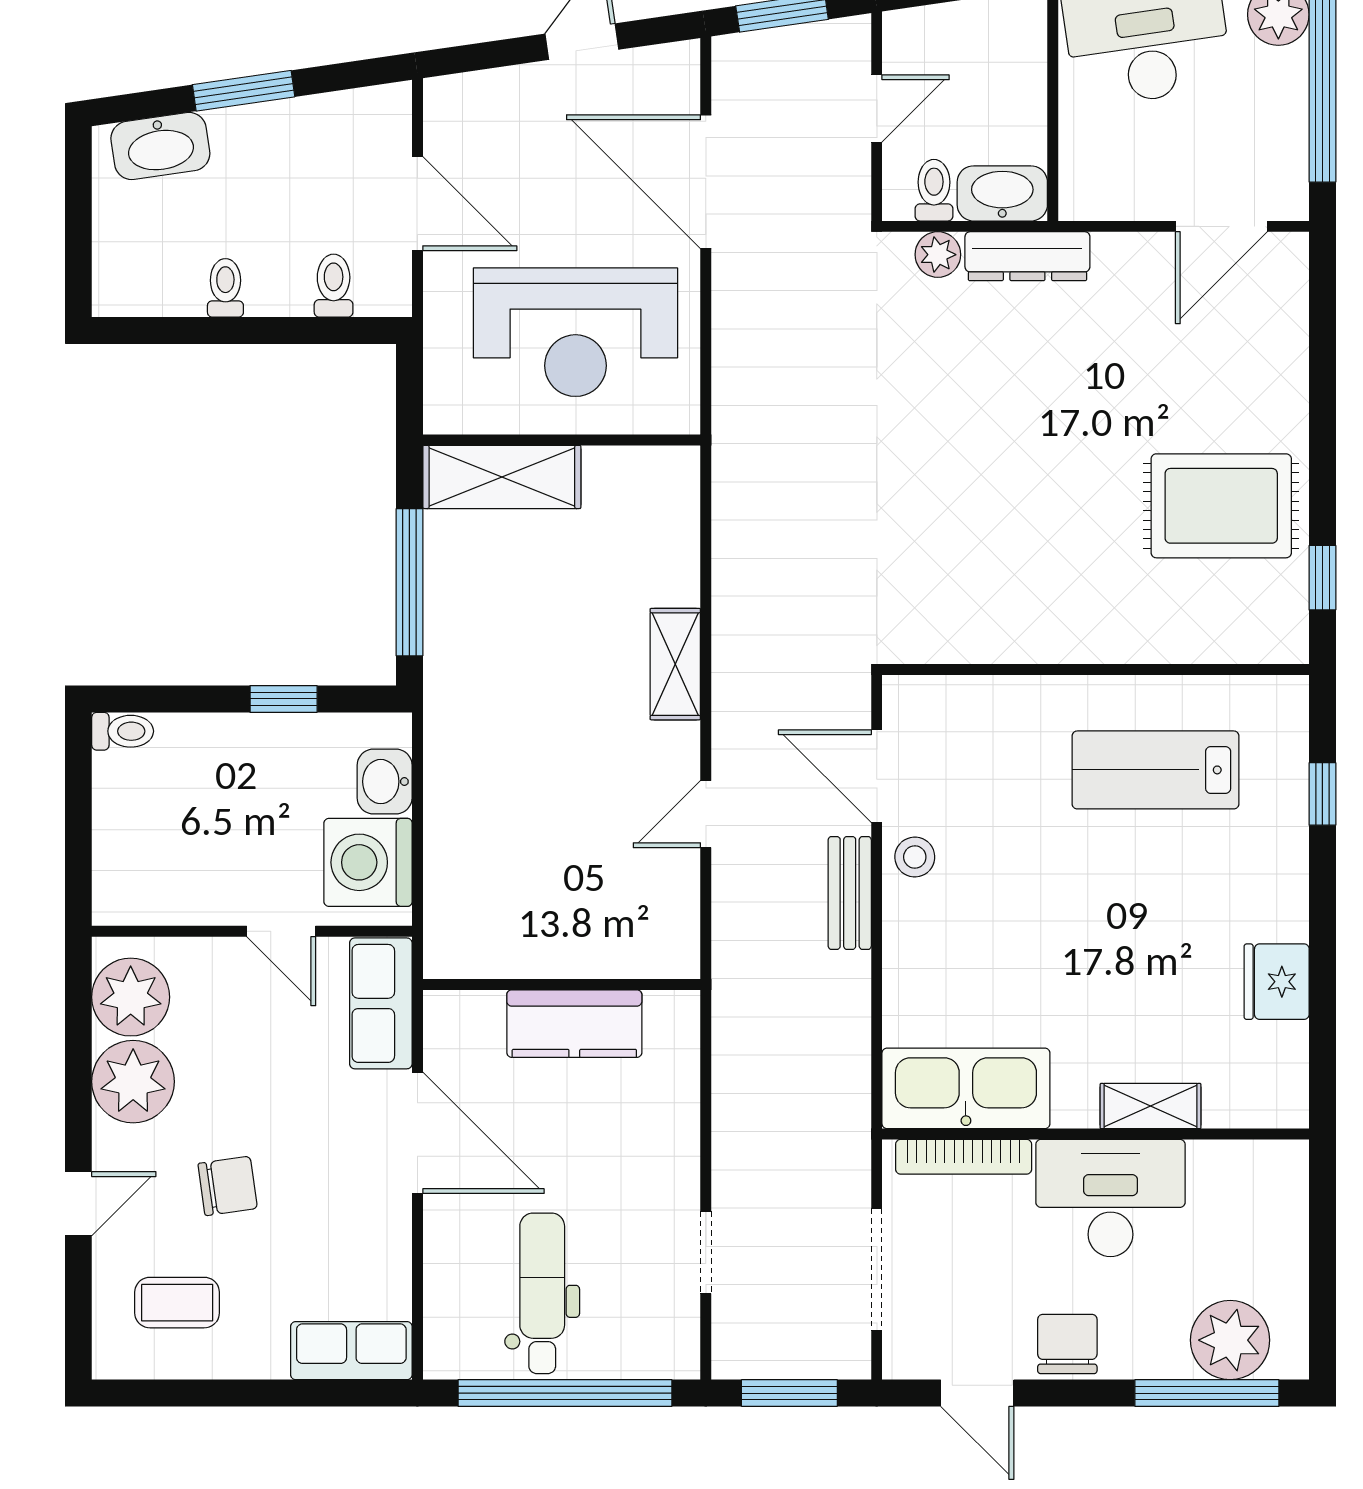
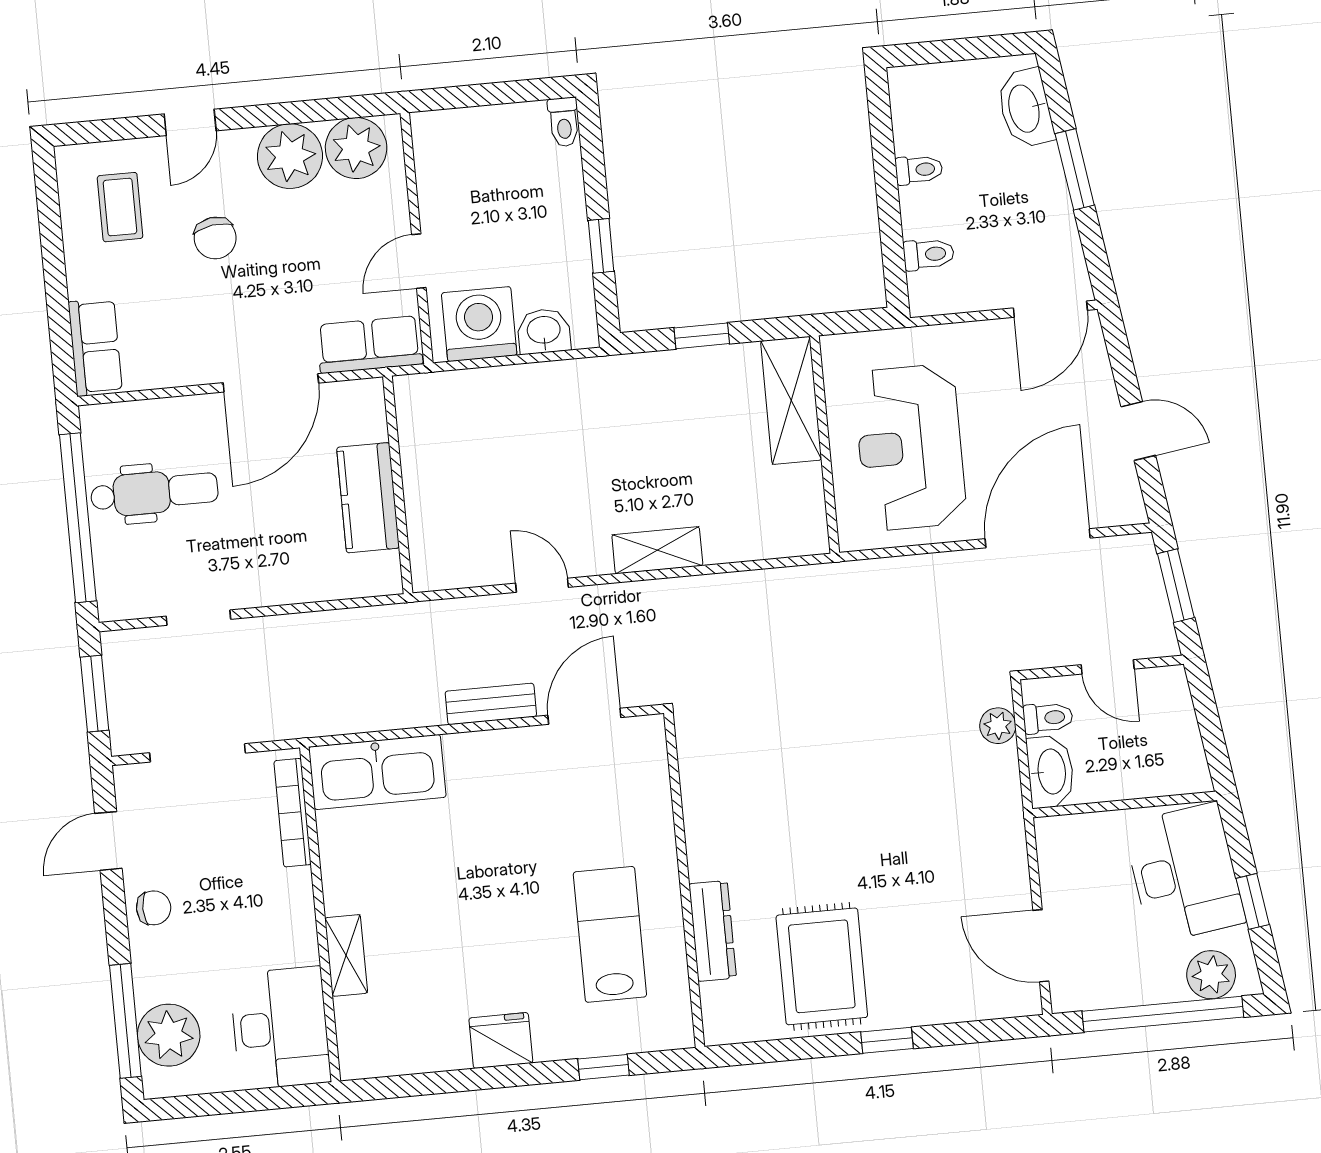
door: (417, 204) -> (1050, 309), moved
dresser: (1027, 256) -> (713, 931), moved, turned 180
window: (1322, 578) -> (887, 1040), moved
window: (409, 582) -> (702, 336), width x0.46
stool: (915, 857) -> (524, 752), removed
fridge: (1277, 982) -> (501, 1040), moved
kitchen sink: (966, 1088) -> (377, 772), moved, turned 90
desk: (1110, 1198) -> (280, 1028), moved
door: (78, 1204) -> (190, 122), hinge flipped
chair: (1067, 1344) -> (154, 908), width x0.73, depth x0.73

